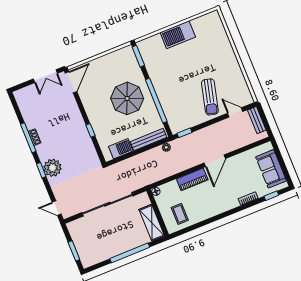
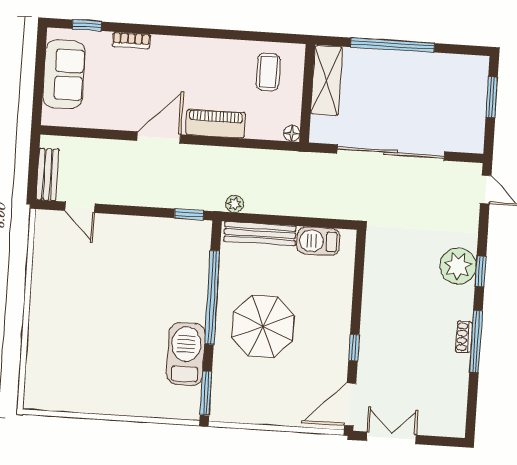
barbecue: (178, 35) -> (186, 354), moved, turned -90
sun lounger: (210, 97) -> (112, 257), removed
window: (90, 130) -> (354, 348), moved

